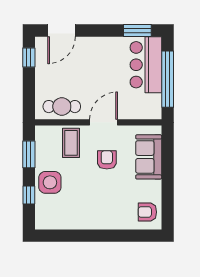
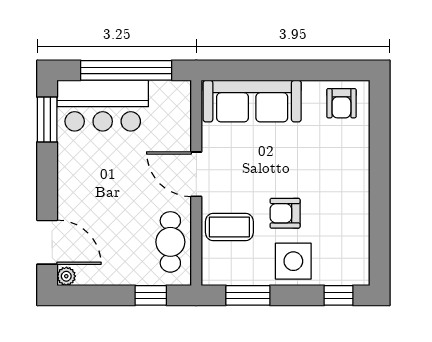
plant: (41, 42) -> (66, 276), added
window: (29, 58) -> (151, 295), moved
sofa: (149, 157) -> (252, 101), width x1.36
armchair: (107, 160) -> (285, 213), moved
window: (29, 195) -> (338, 295), moved

